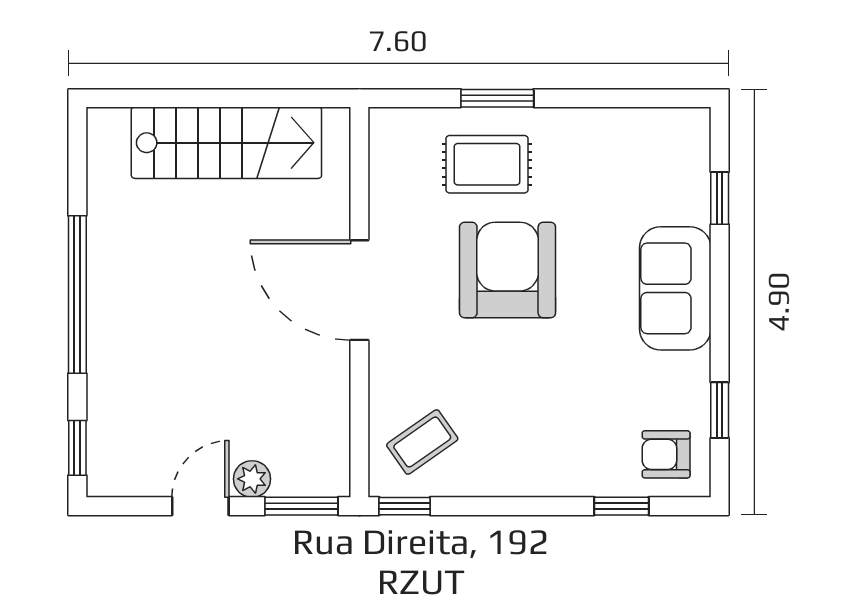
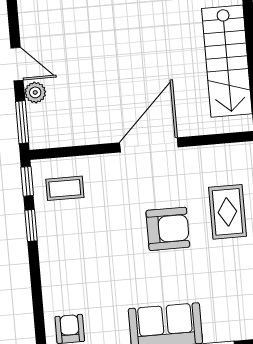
armchair: (508, 270) -> (168, 229), width x0.73, depth x0.73
coffee table: (422, 442) -> (65, 188), turned -55
window: (621, 506) -> (31, 226), moved

